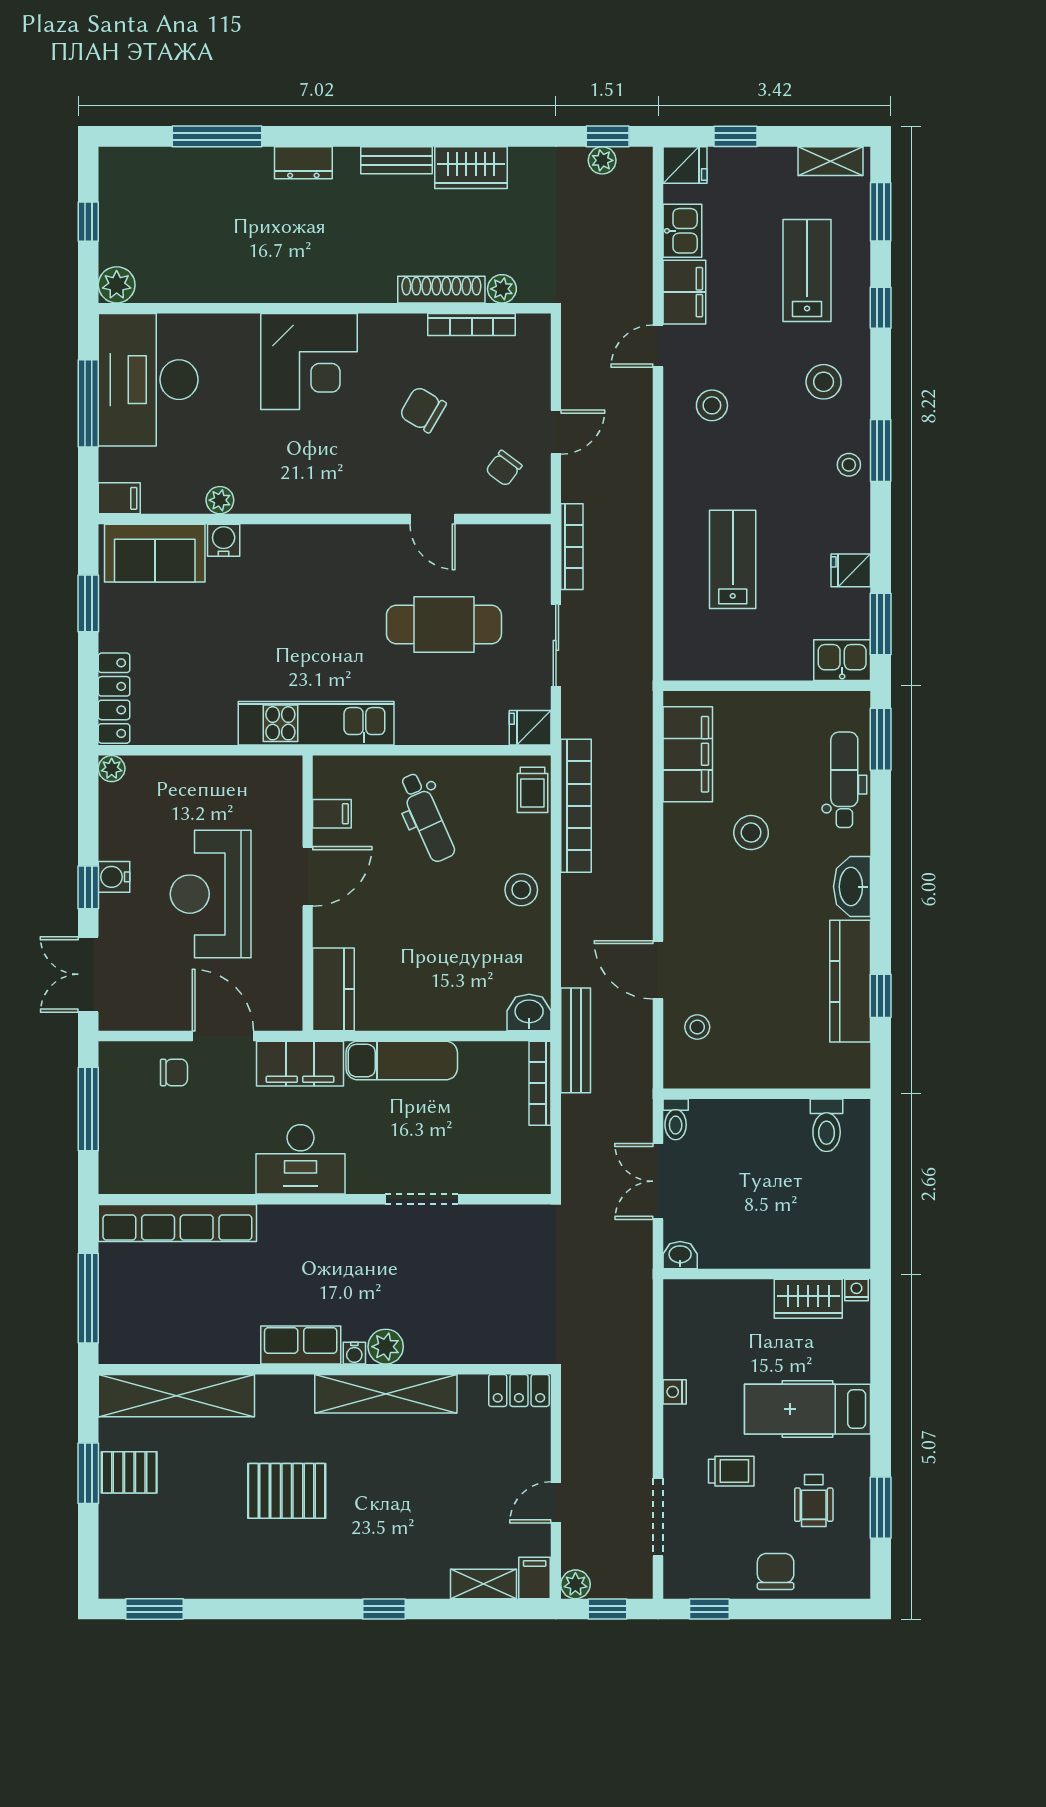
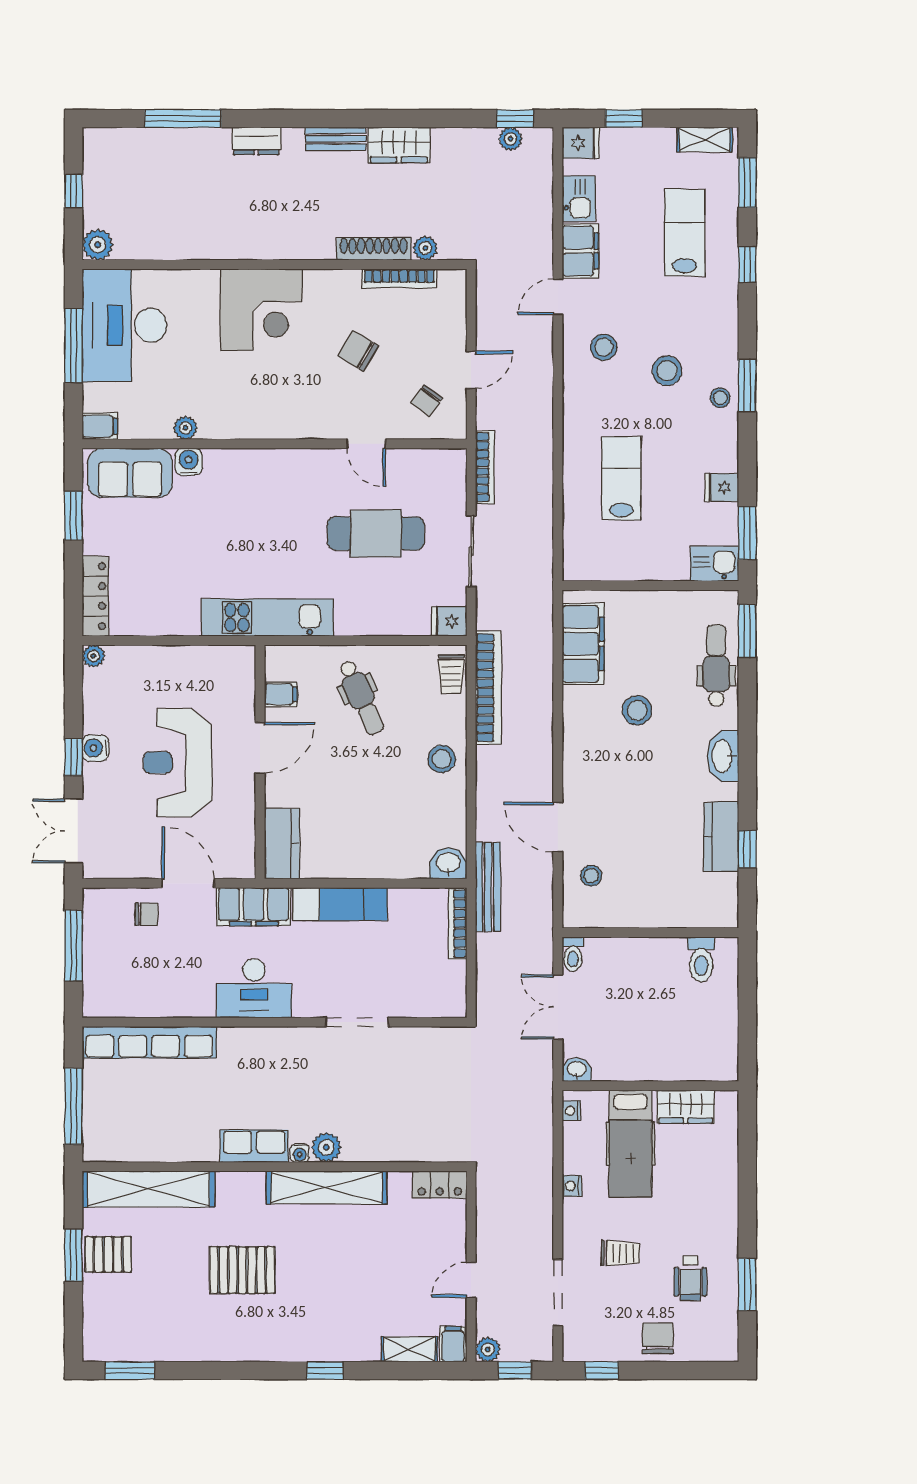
stool: (824, 382) -> (667, 371), moved
kitchen counter: (850, 981) -> (721, 837), width x0.67
nightstand: (856, 1290) -> (571, 1111), moved, turned -90
hospital bed: (808, 1409) -> (630, 1144), moved, turned -90

